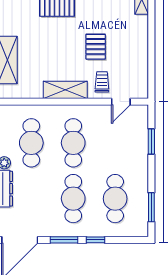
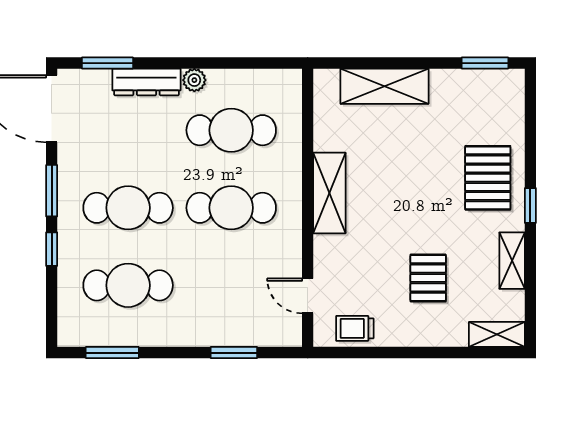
pallet: (96, 47) -> (428, 278), moved, turned 90
trolley: (102, 82) -> (355, 328), moved, turned 180

